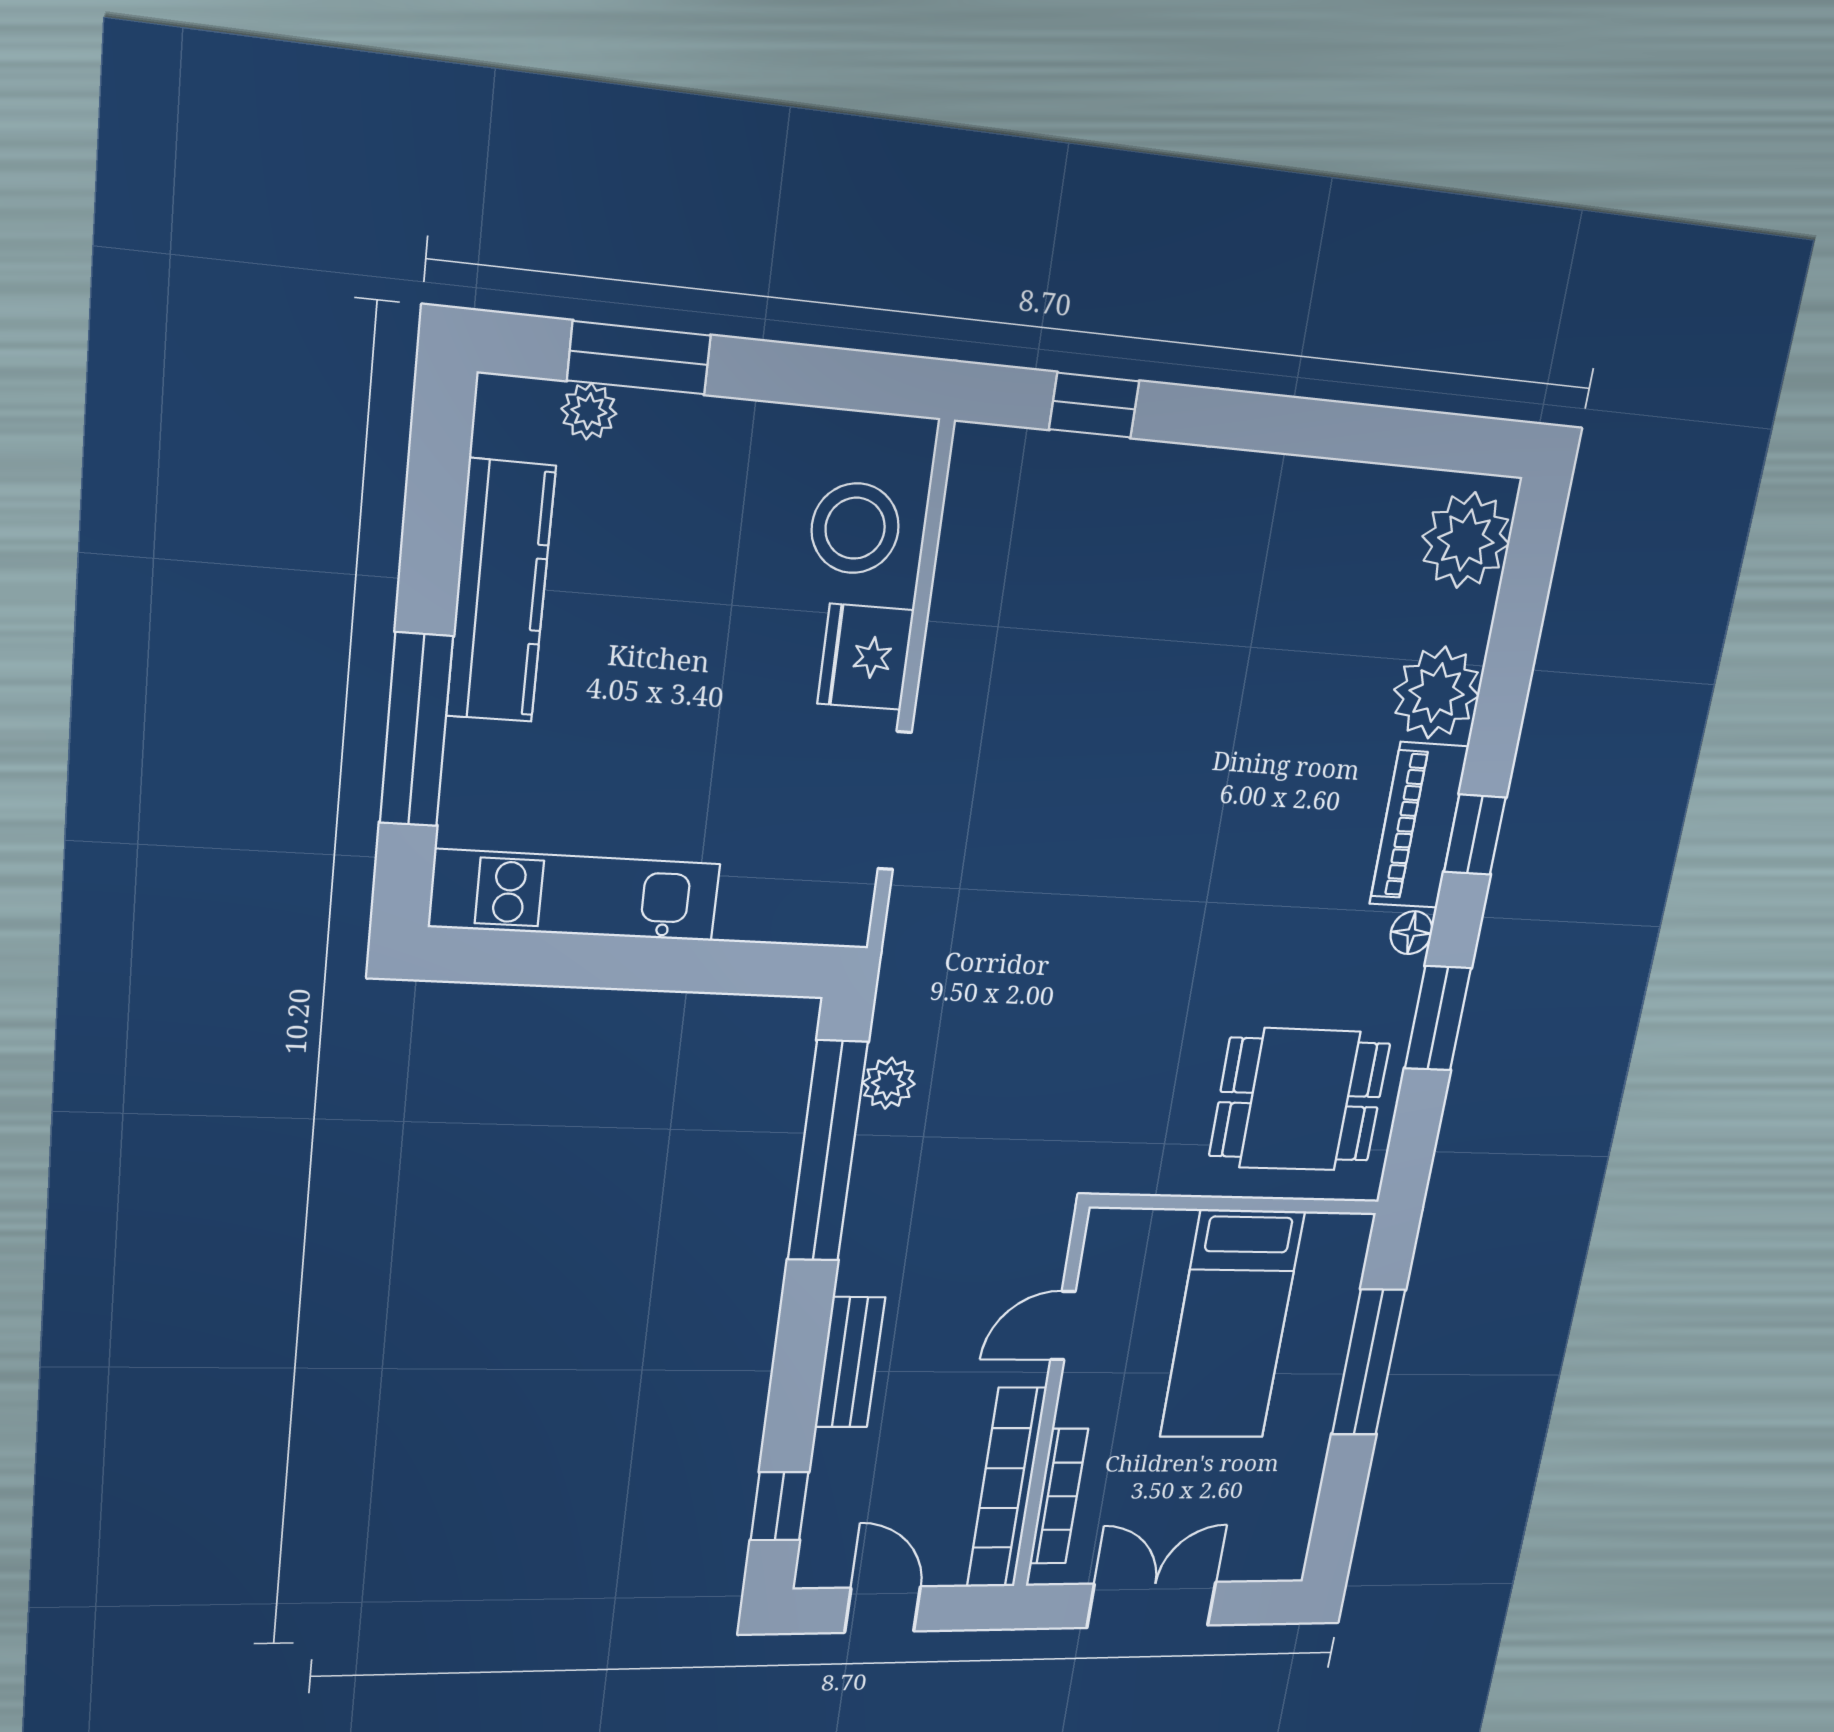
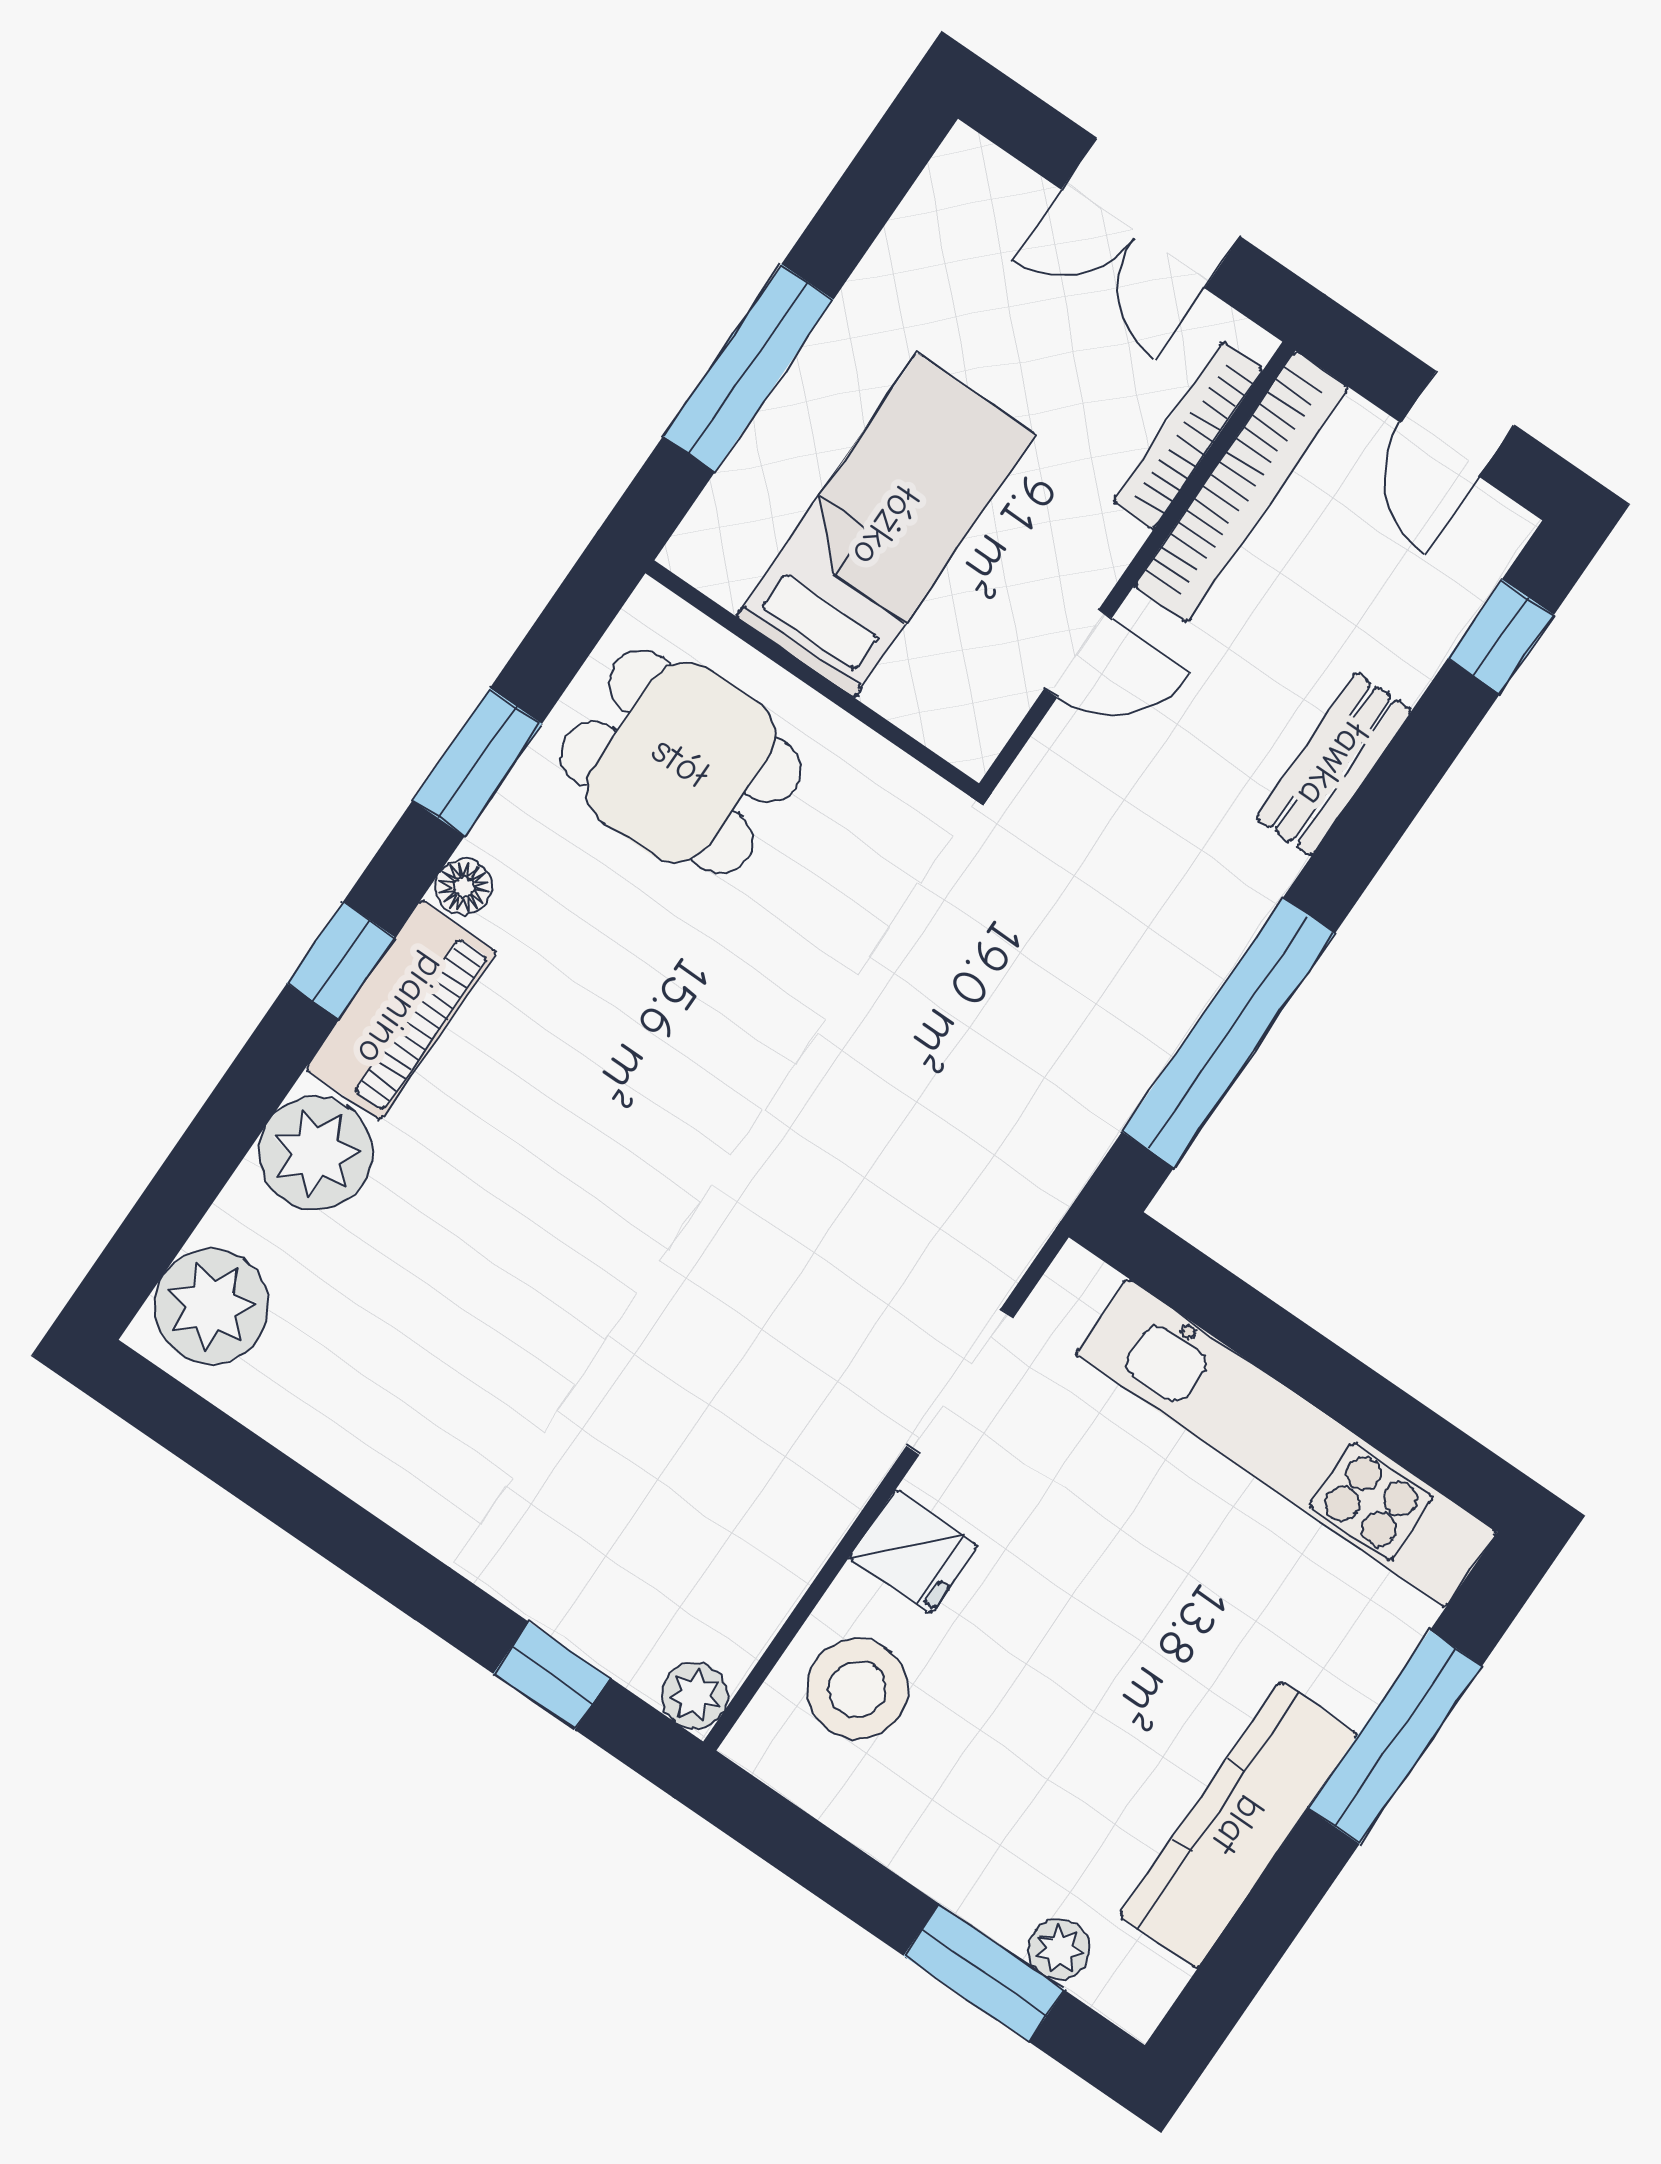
fridge: (866, 657) -> (913, 1552), width x0.72
kitchen unit: (575, 895) -> (1286, 1443), width x1.36
plant: (889, 1083) -> (695, 1696), moved

